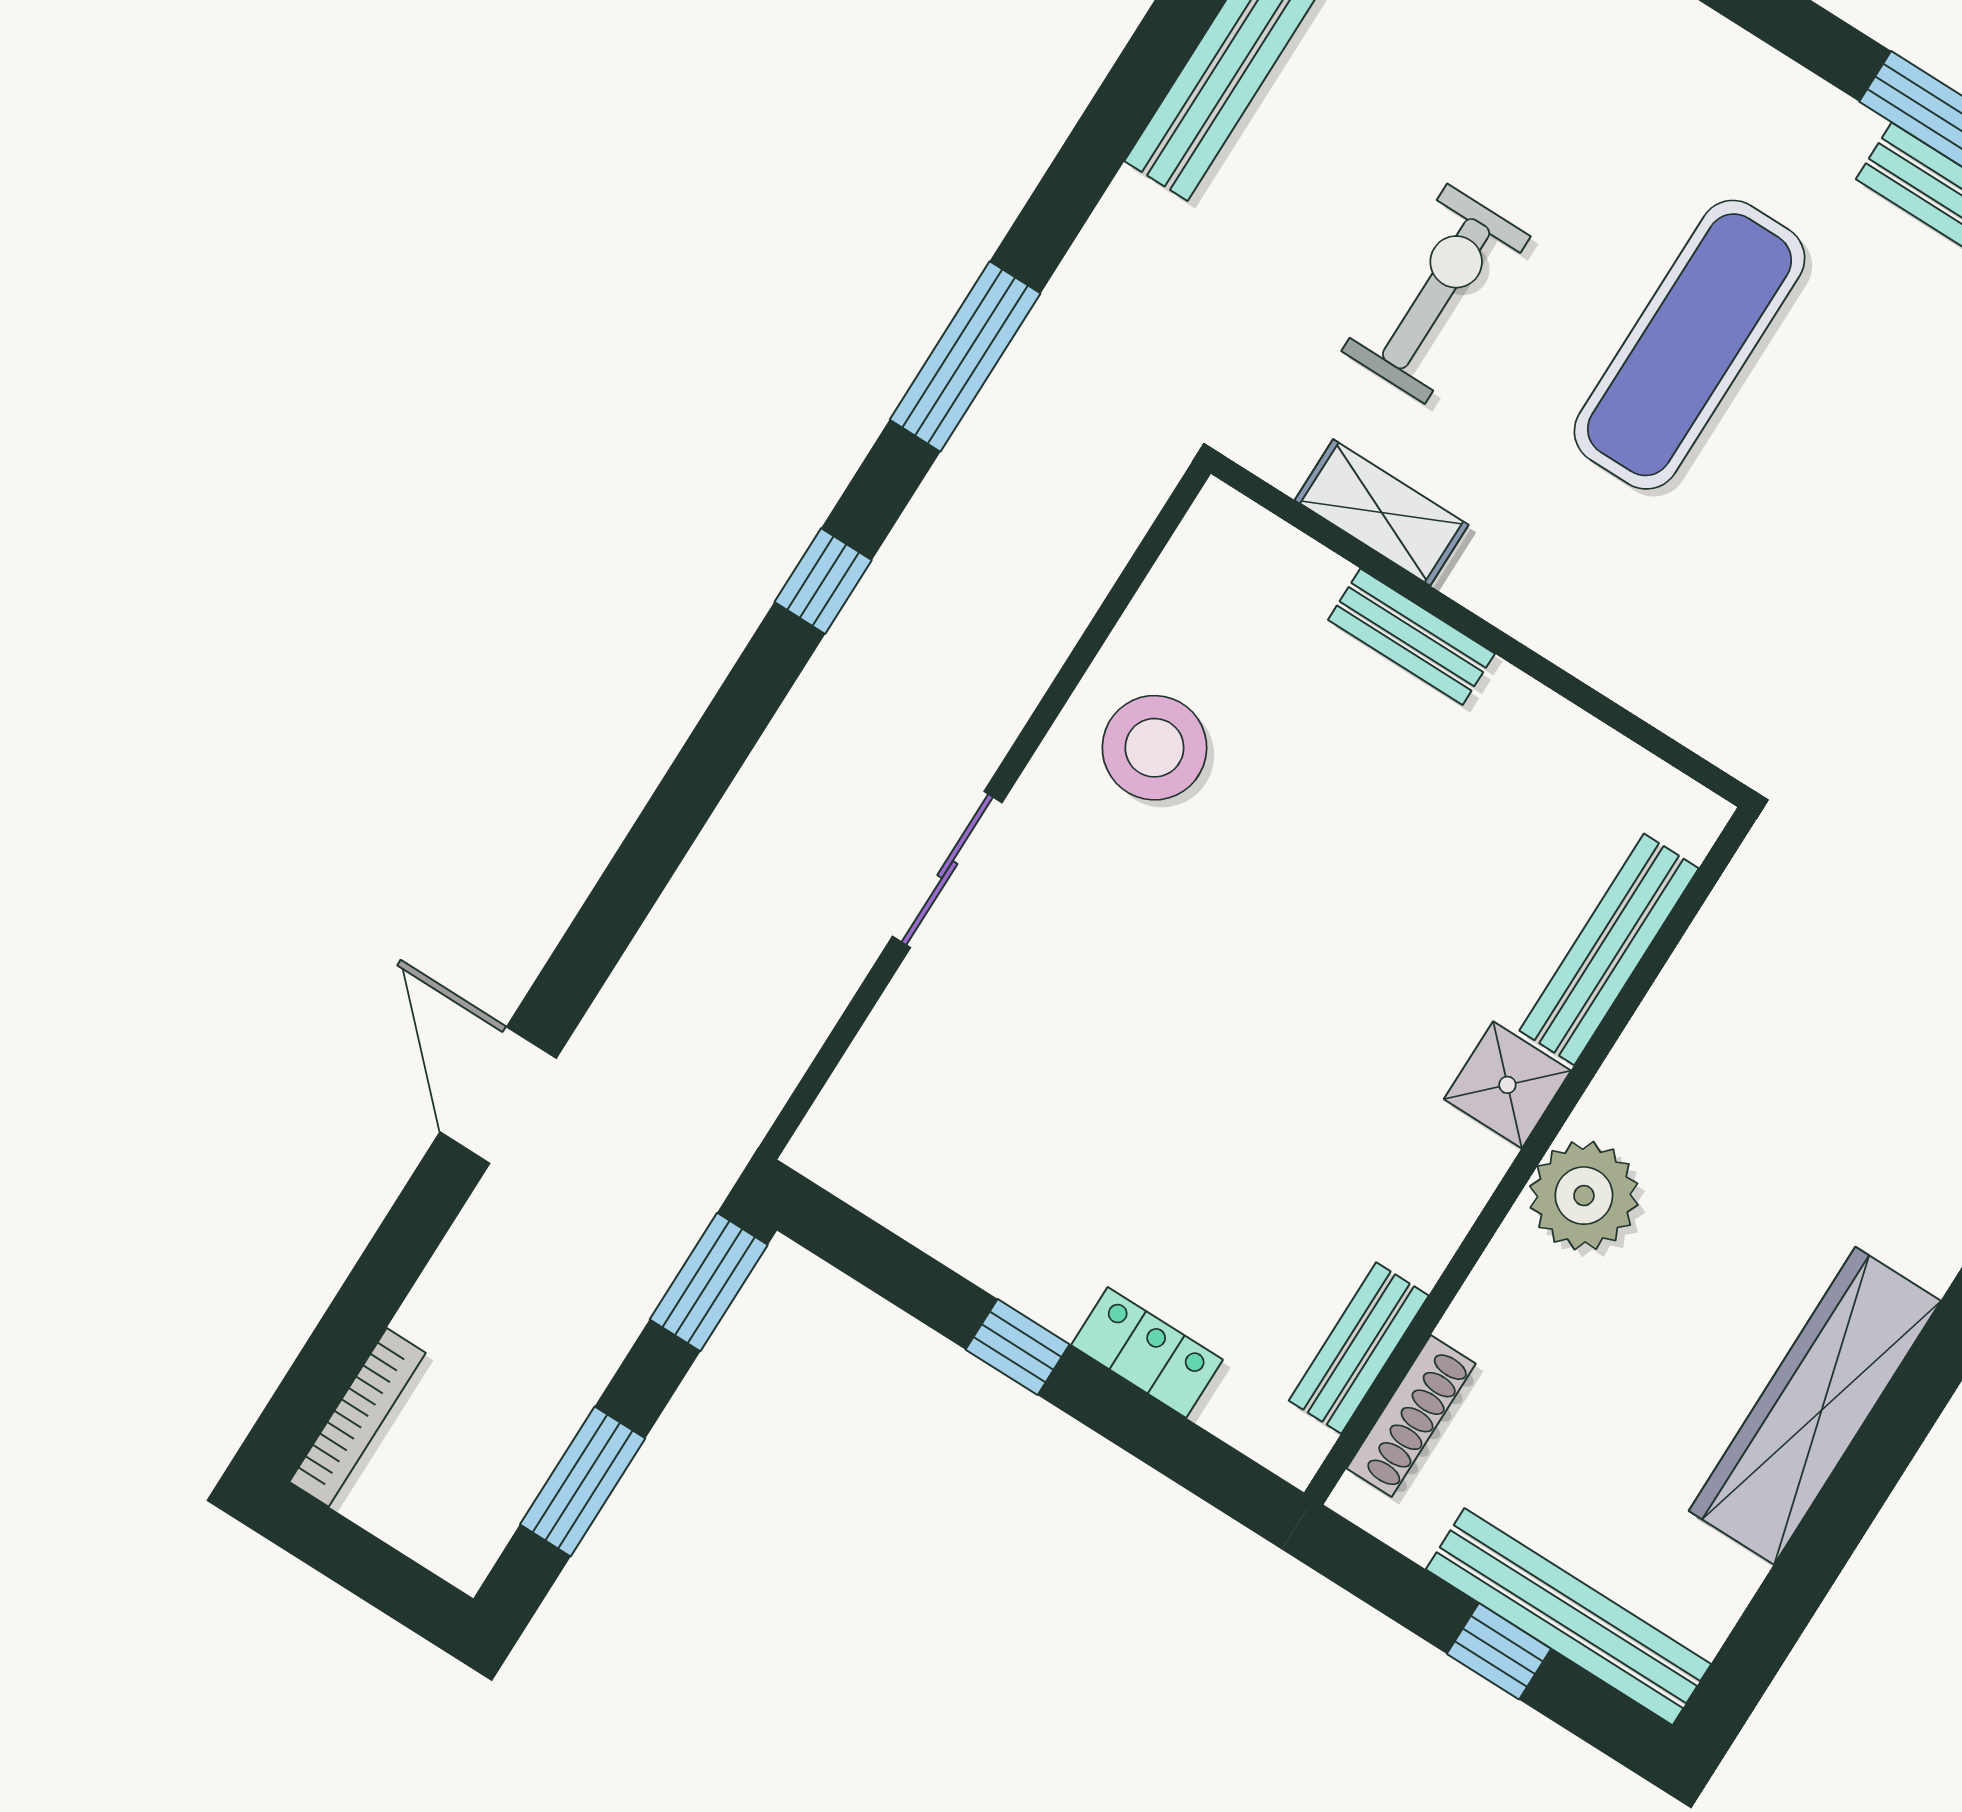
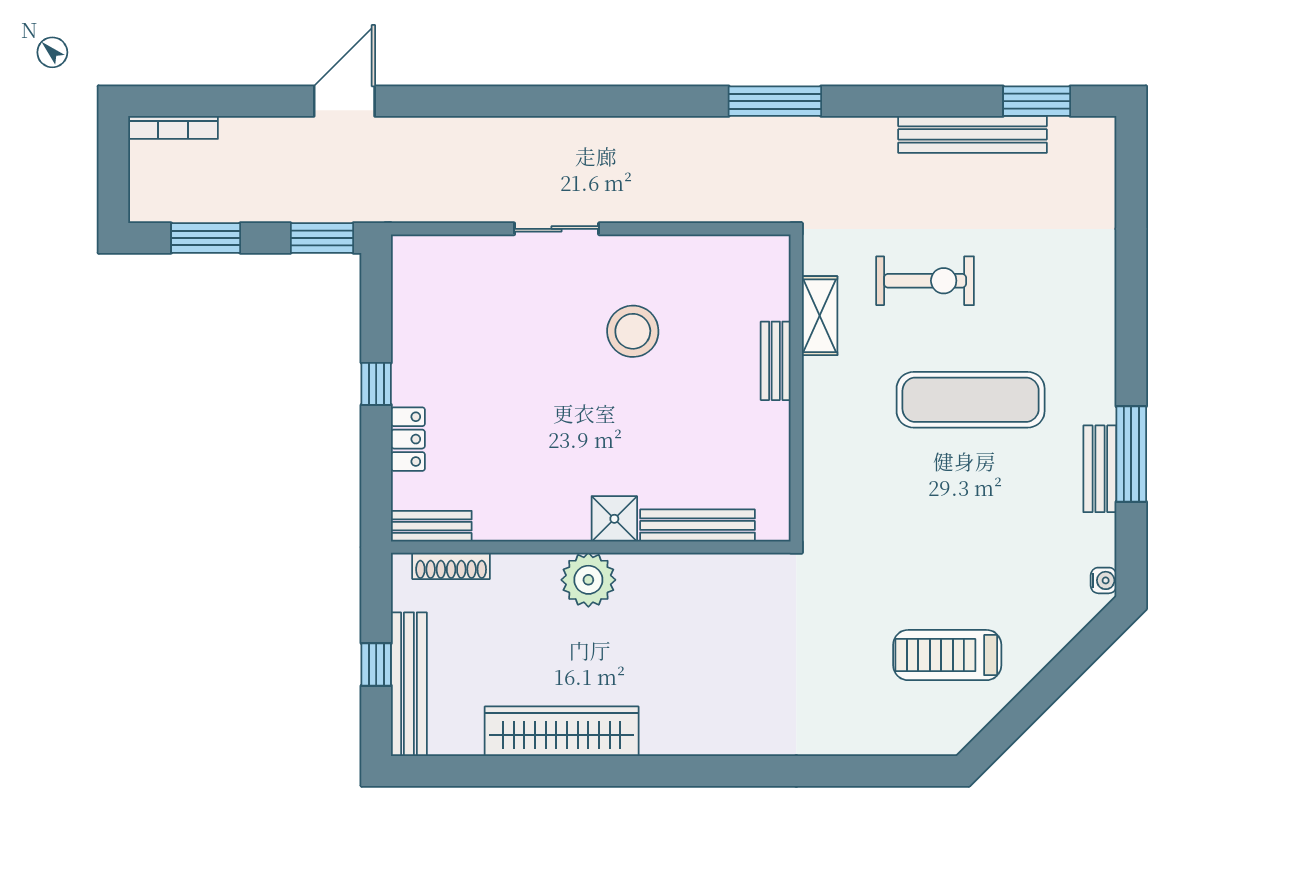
window: (823, 581) -> (644, 101), removed
stool: (1154, 748) -> (633, 331), moved
bench: (1359, 1348) -> (431, 526), moved

